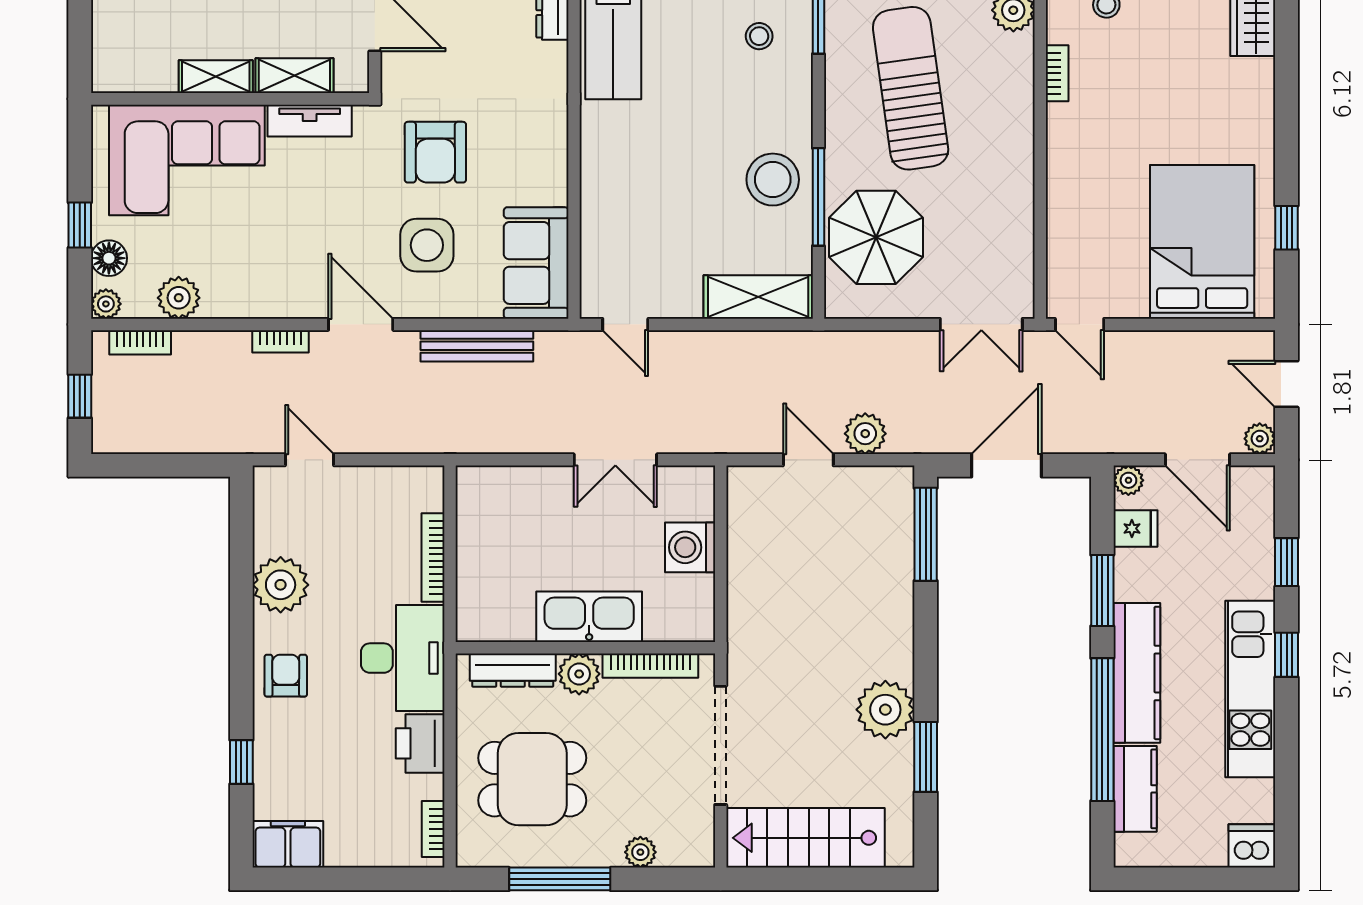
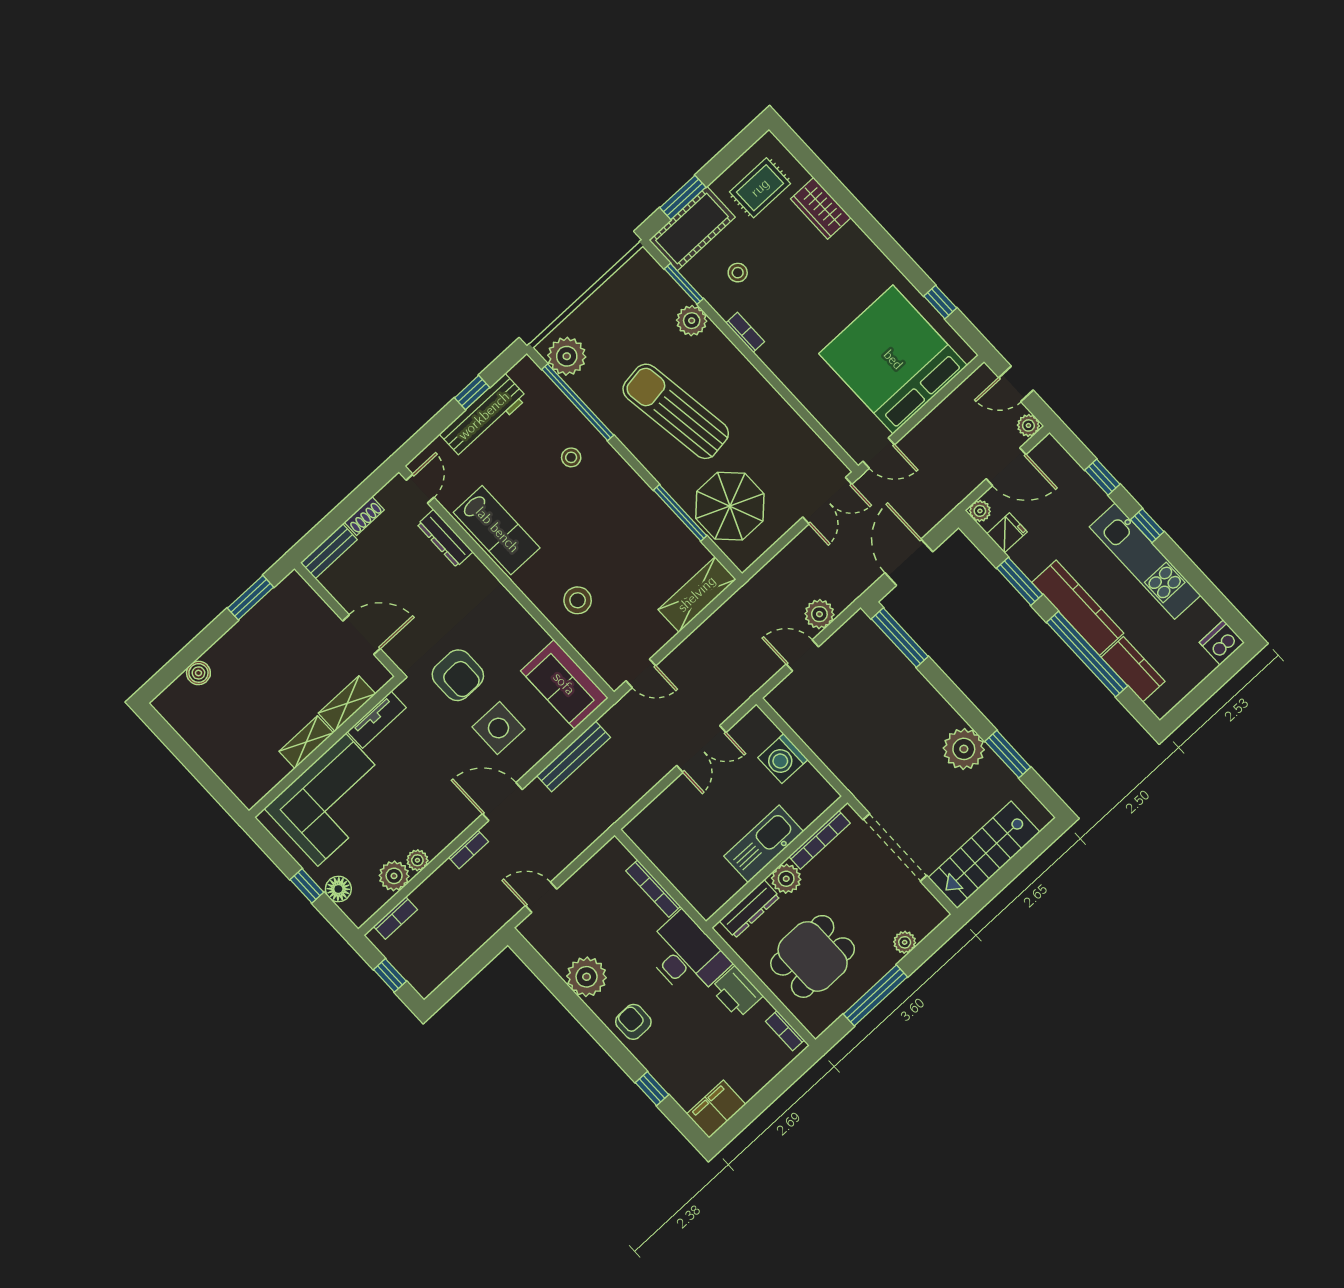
stool: (773, 180) -> (578, 600), moved, width x0.73, depth x0.73
bed: (1202, 242) -> (893, 360), width x1.36
plant: (106, 304) -> (417, 860), moved

